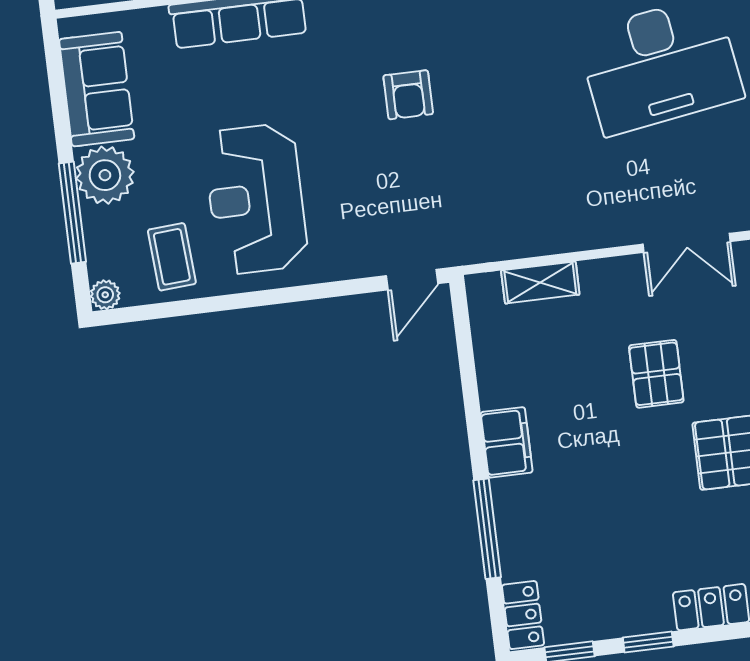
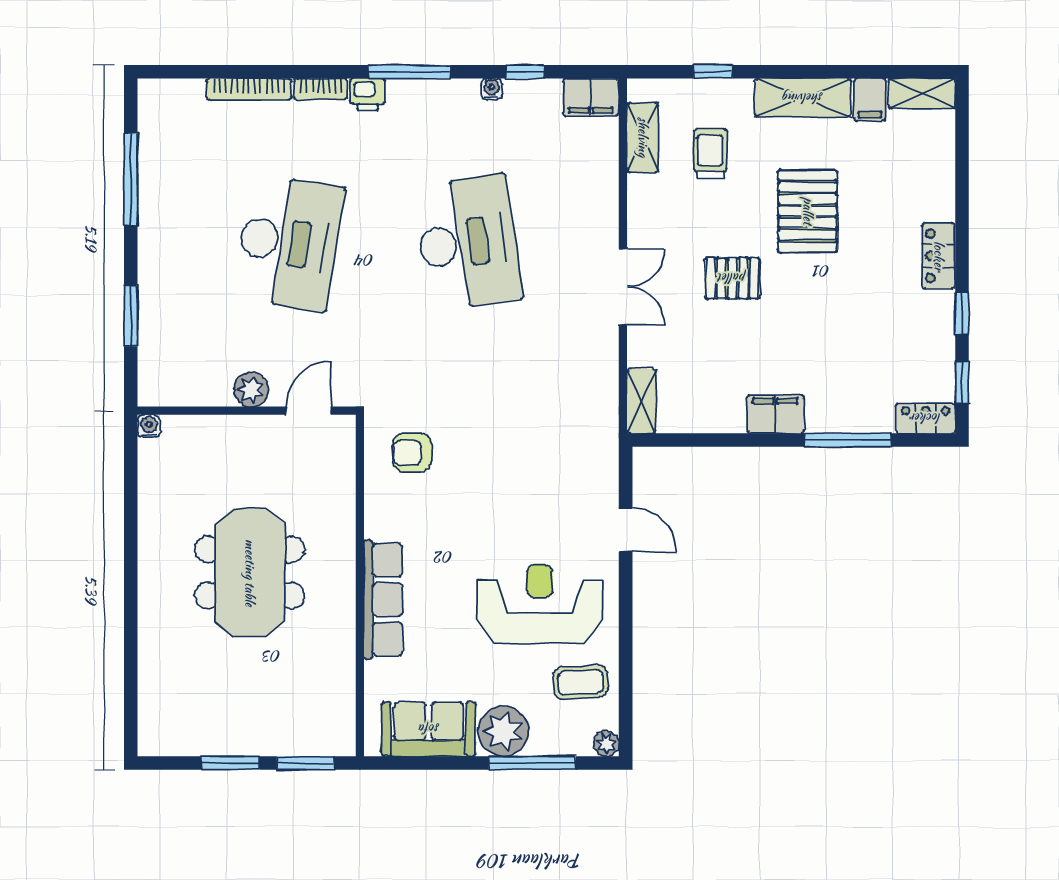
armchair: (408, 95) -> (412, 453), moved, turned 180
reception desk: (256, 199) -> (540, 604), turned 180
double door: (687, 243) -> (623, 287), moved
door: (412, 280) -> (626, 530), moved
shelving: (540, 282) -> (642, 401), moved

